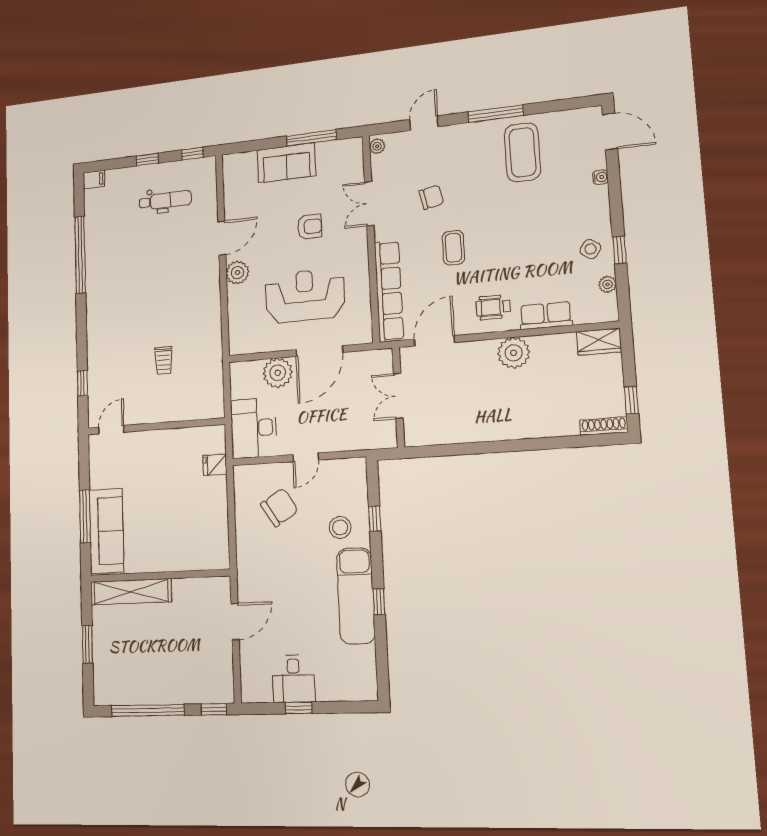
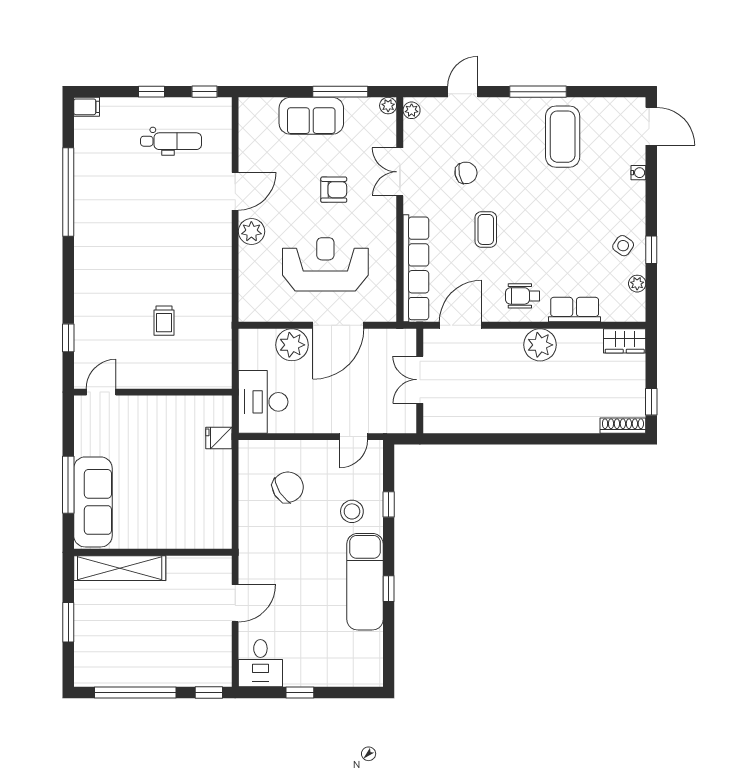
plant: (355, 145) -> (388, 106), added
door: (306, 457) -> (353, 437), moved
desk: (293, 679) -> (260, 663), moved

